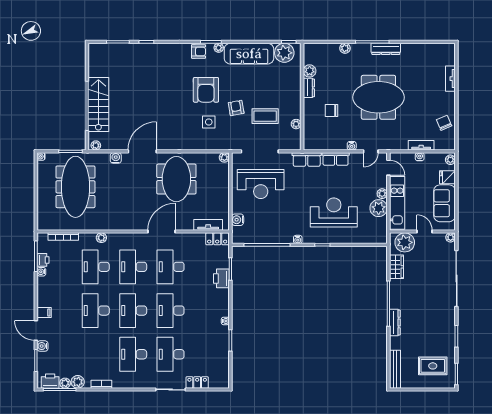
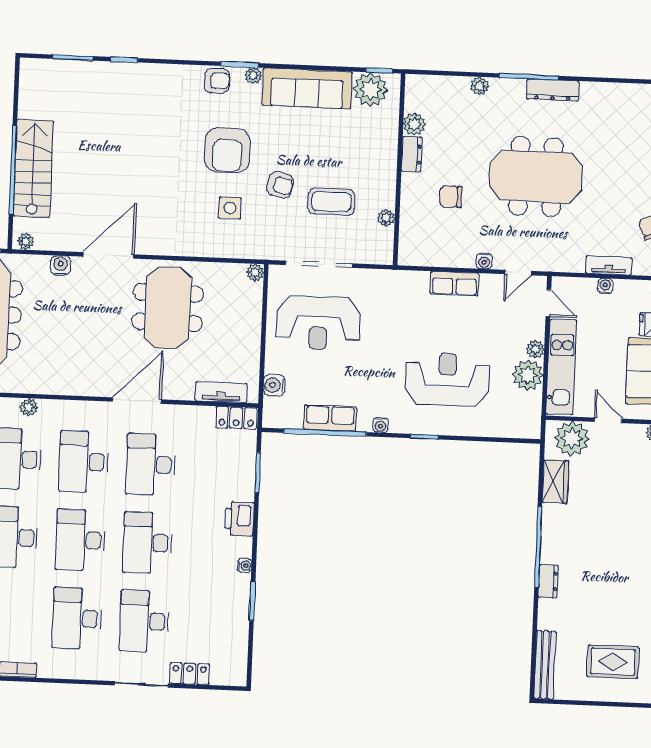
armchair: (236, 108) -> (280, 185), turned 113
row of seats: (307, 159) -> (330, 418), moved, turned 180
printer: (221, 278) -> (239, 519), moved
dresser: (395, 323) -> (548, 581), width x0.70

